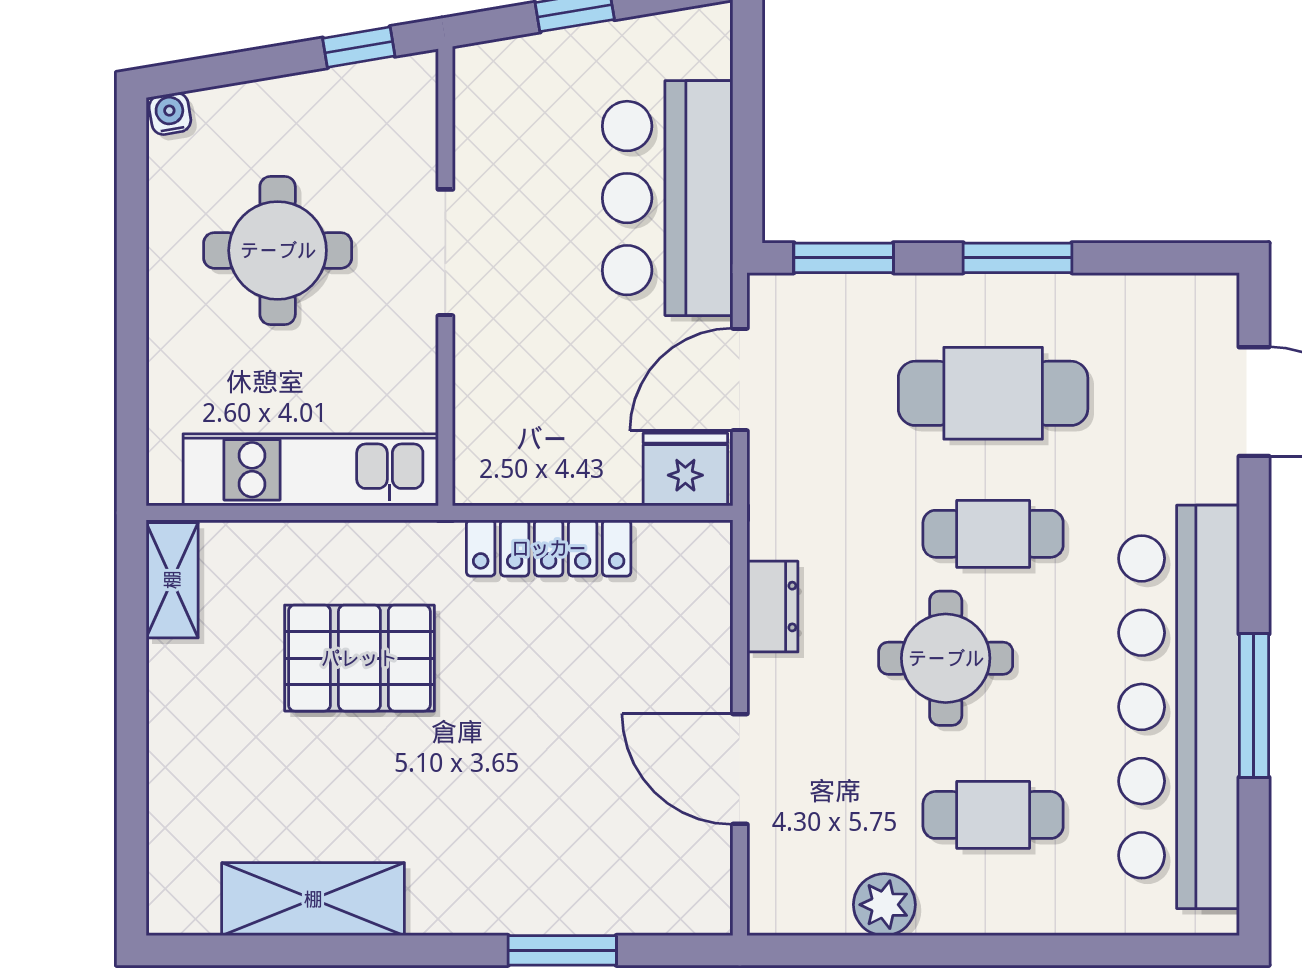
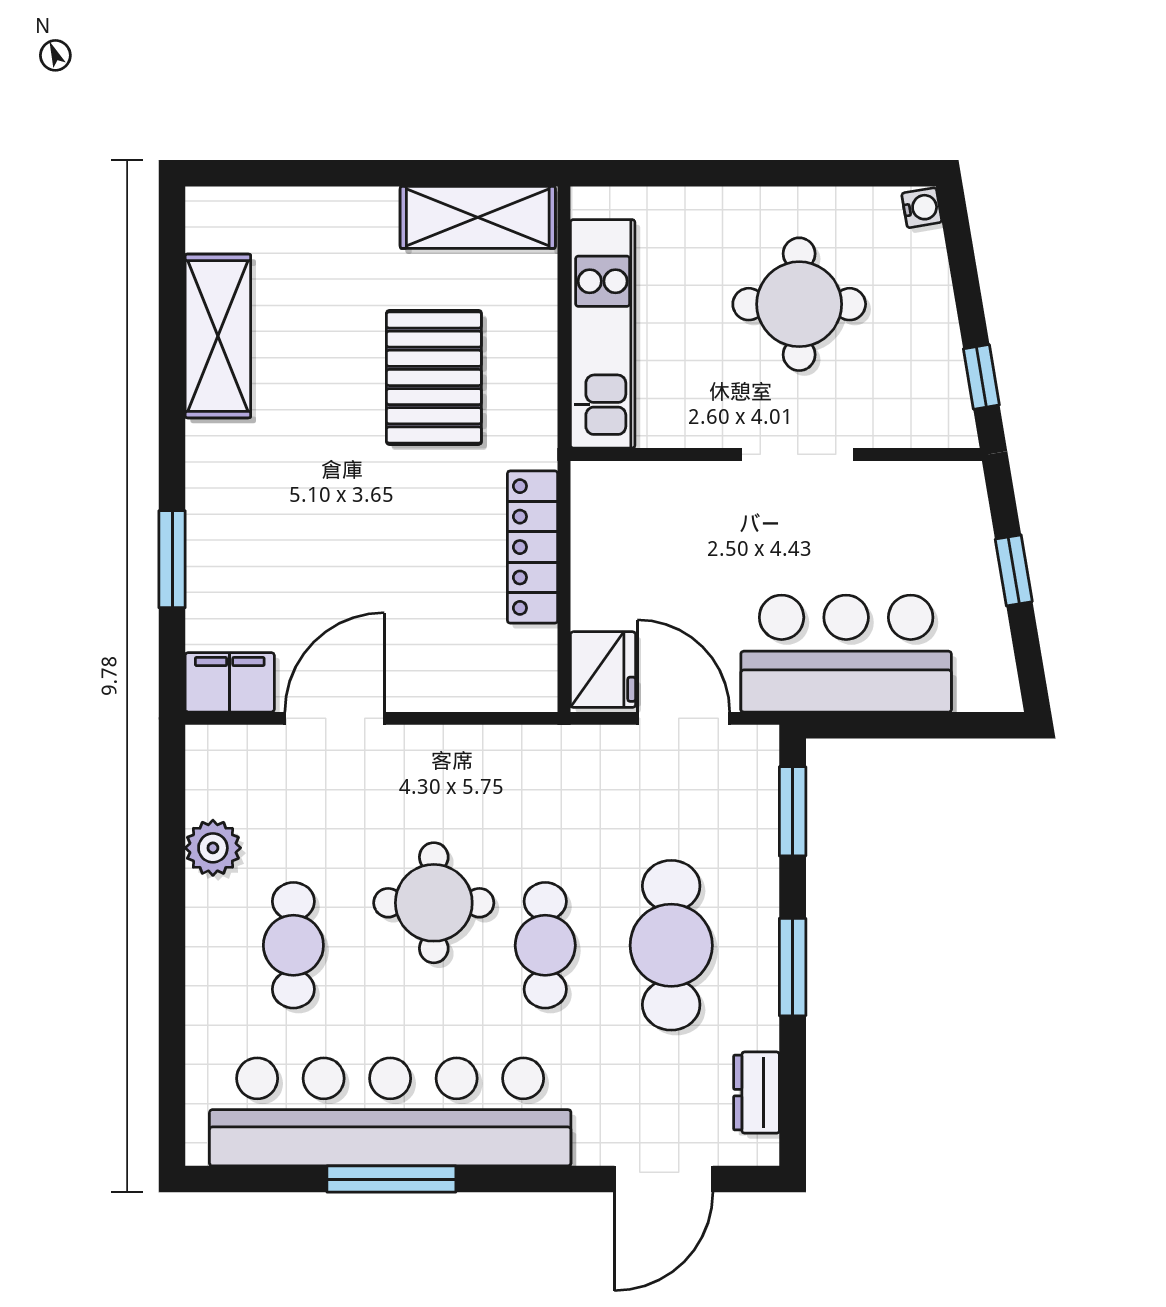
shelving: (172, 580) -> (478, 217), width x1.50, depth x1.33
dresser: (772, 607) -> (757, 1093), moved, turned 90
filing cabinet: (700, 886) -> (230, 682), added

